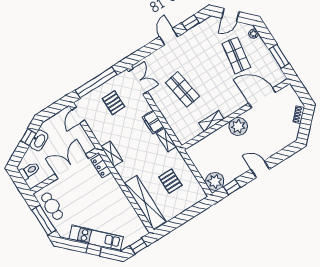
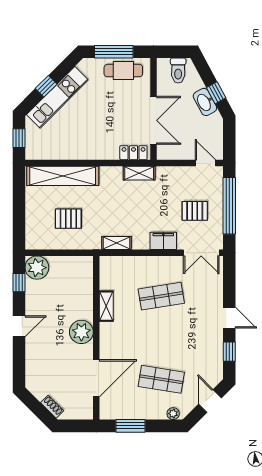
filing cabinet: (153, 122) -> (163, 241), moved

